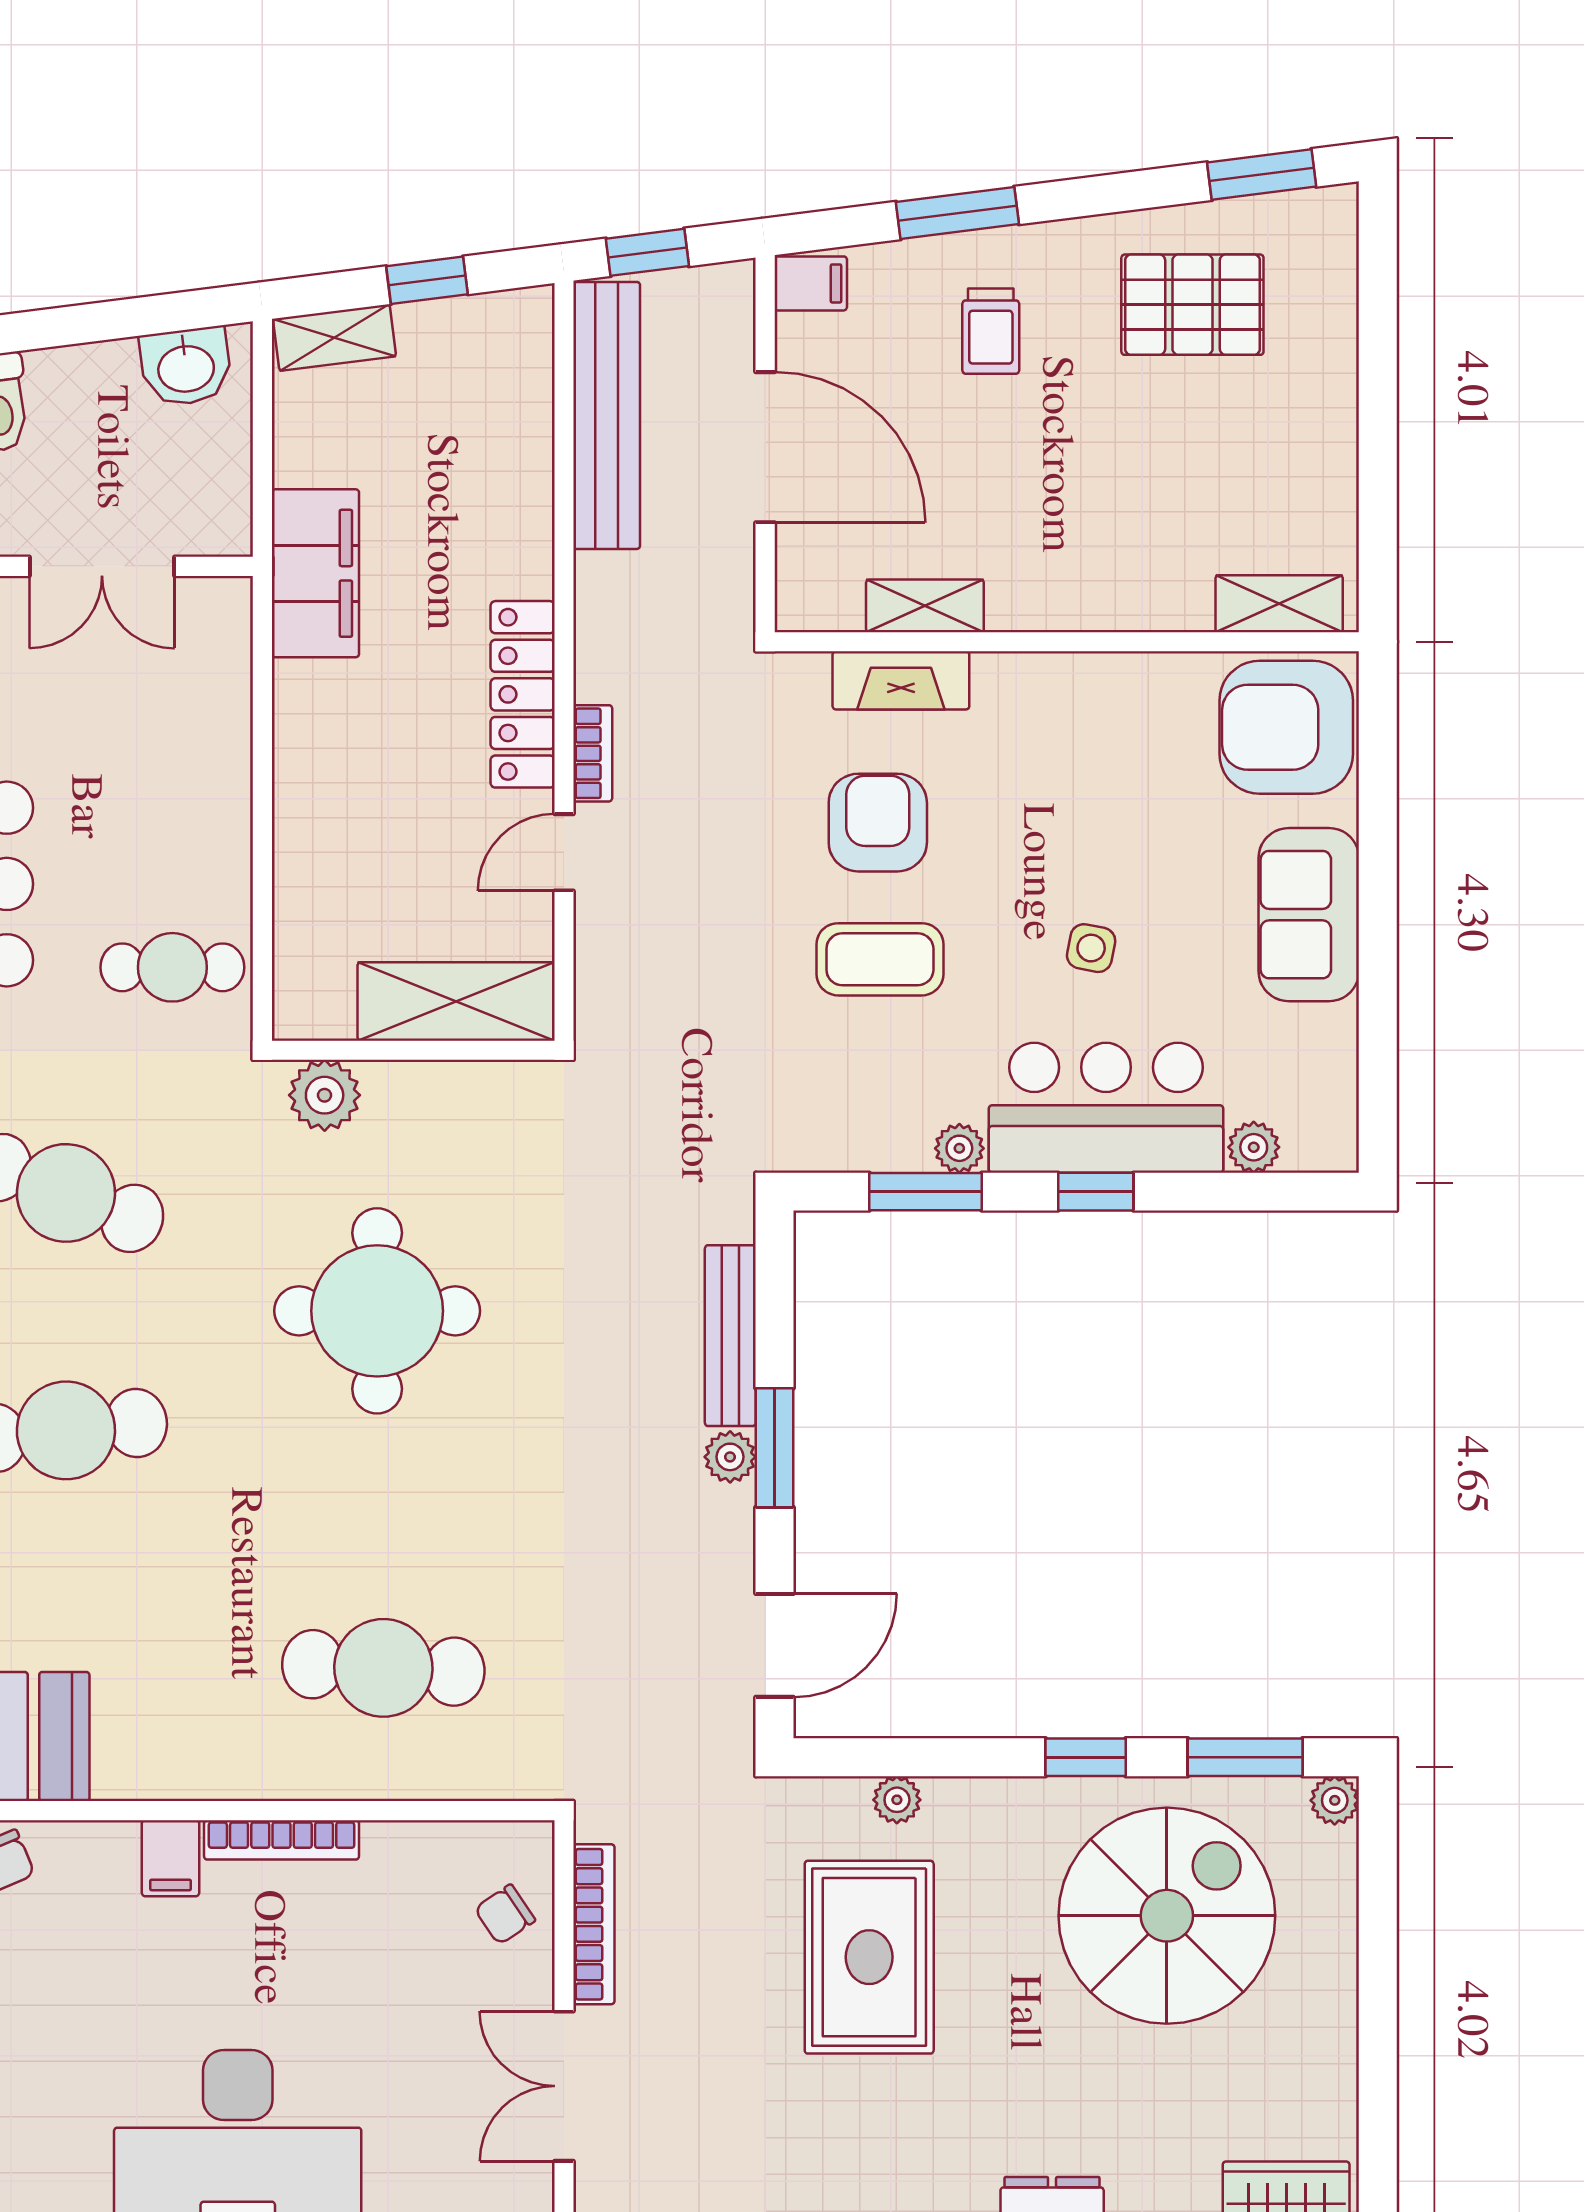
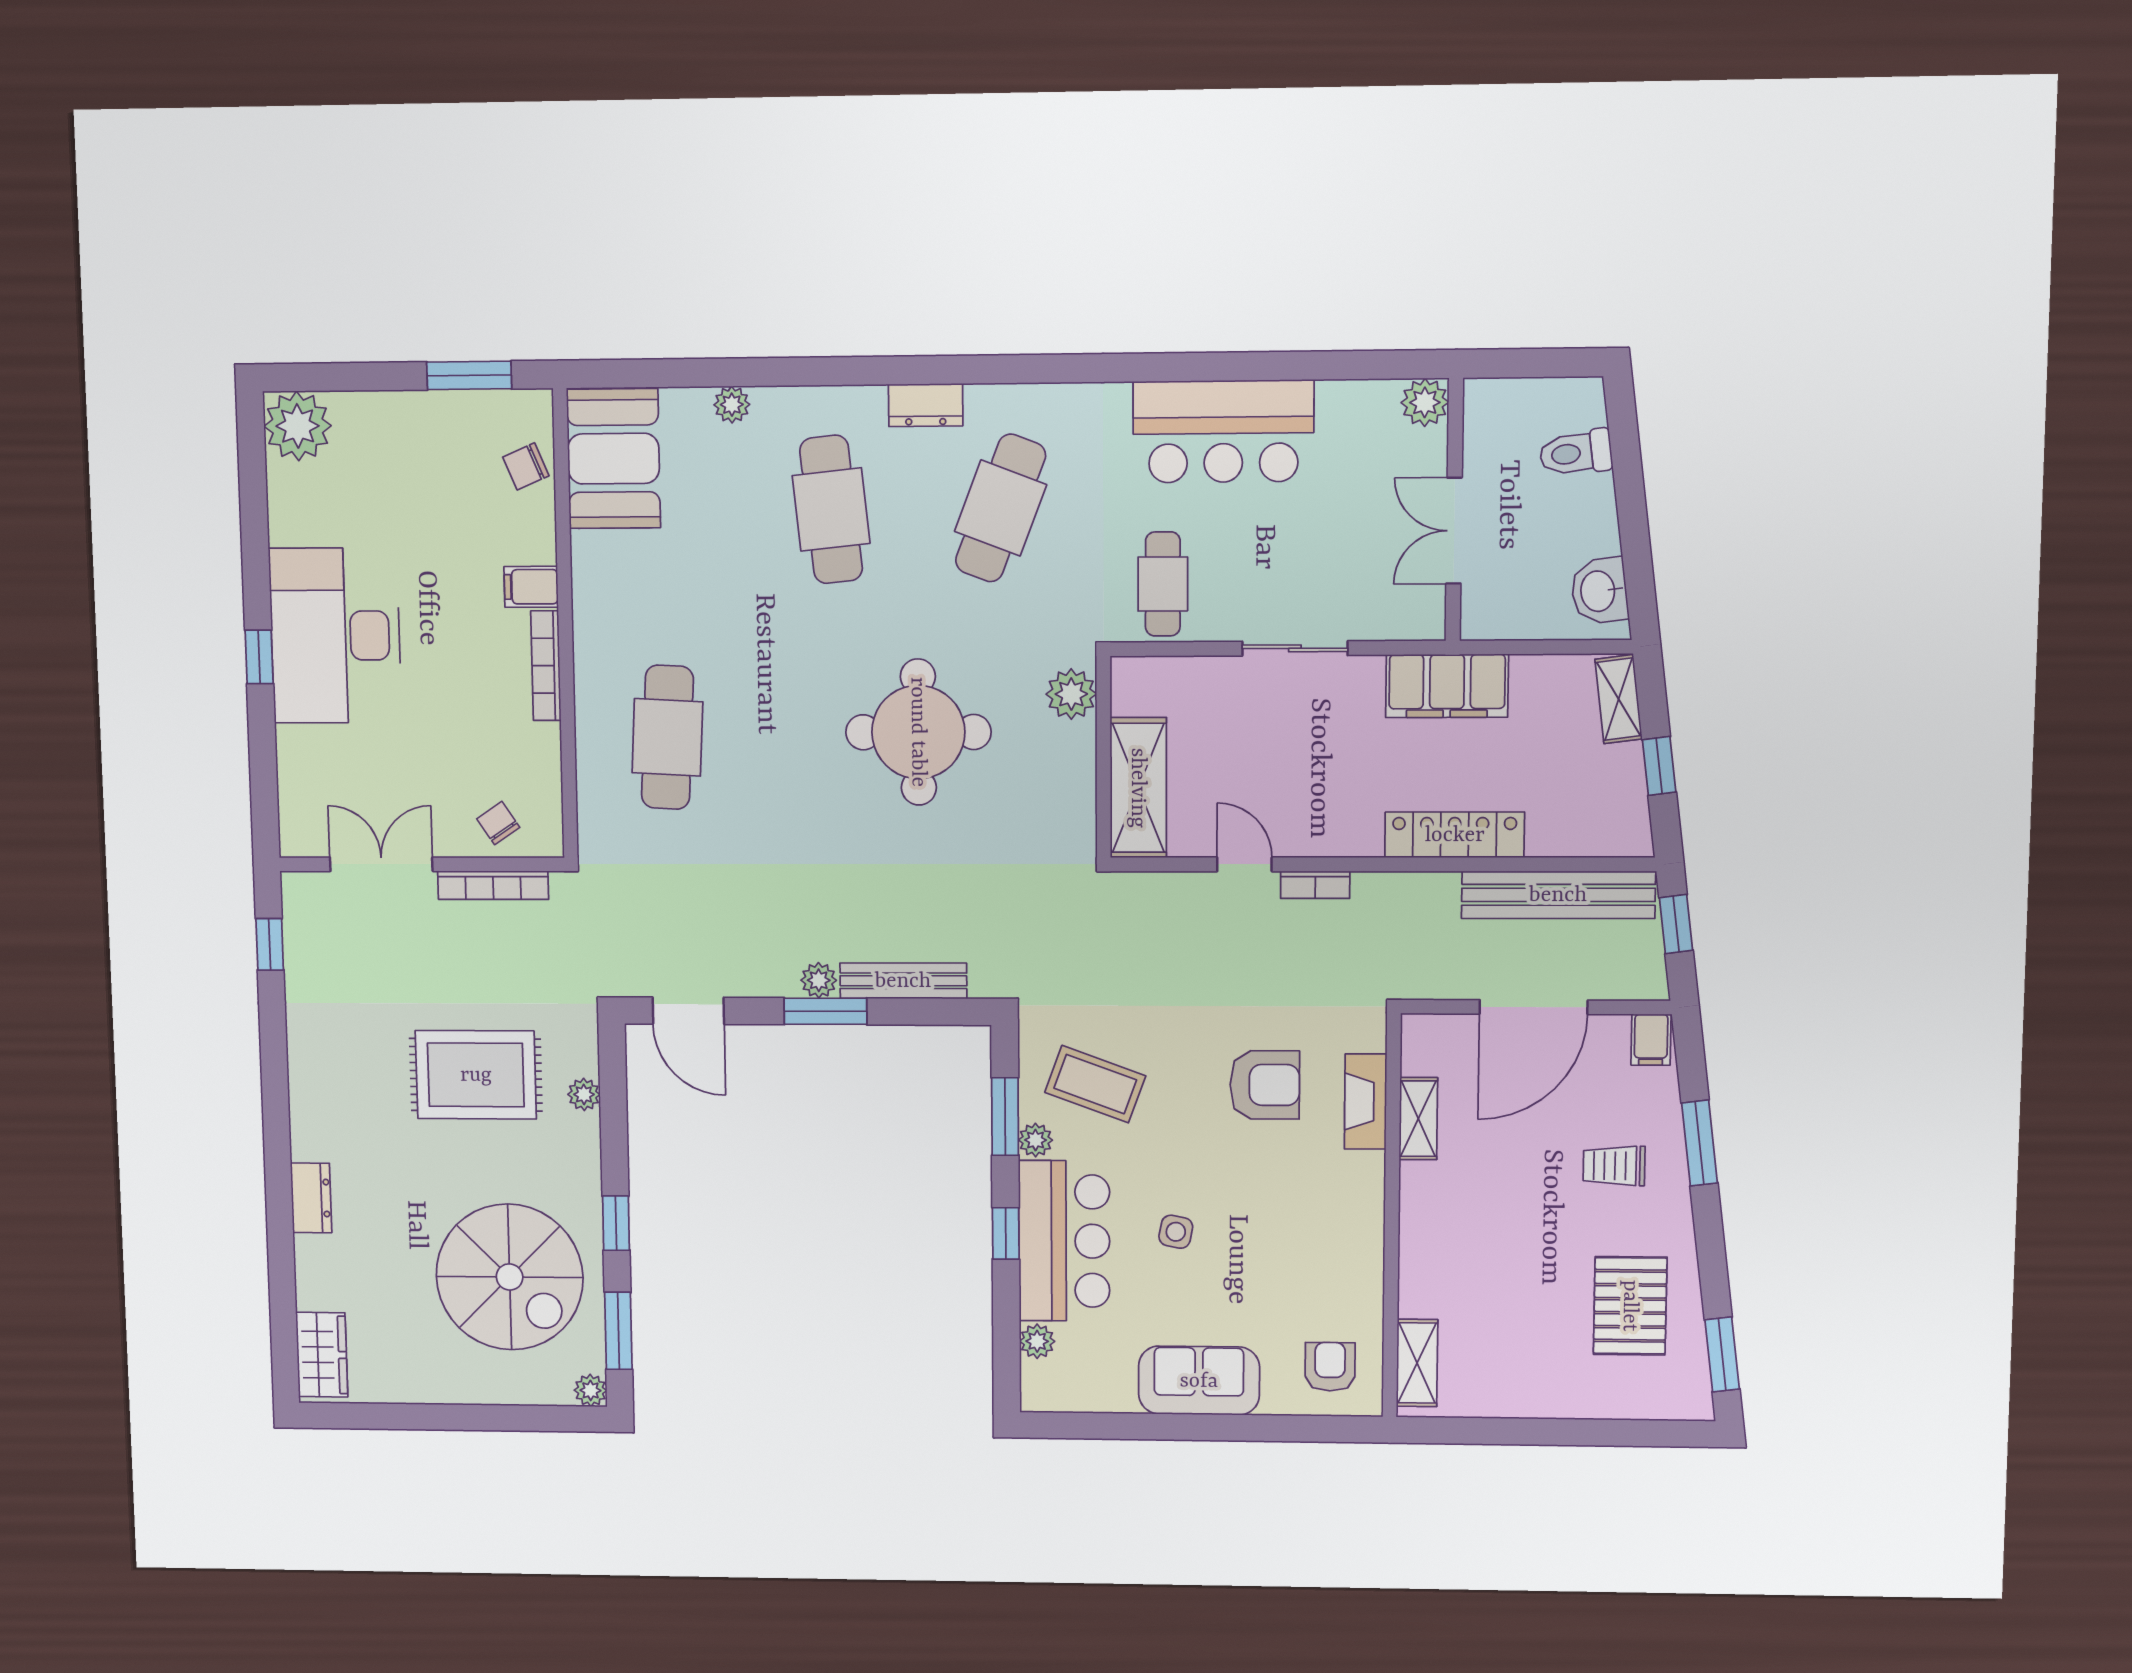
locker: (523, 694) -> (1455, 835), moved
armchair: (1286, 727) -> (1330, 1367), width x0.53, depth x0.53
sliding door: (262, 784) -> (1295, 648), added
coffee table: (880, 959) -> (1095, 1084), moved, turned -70

